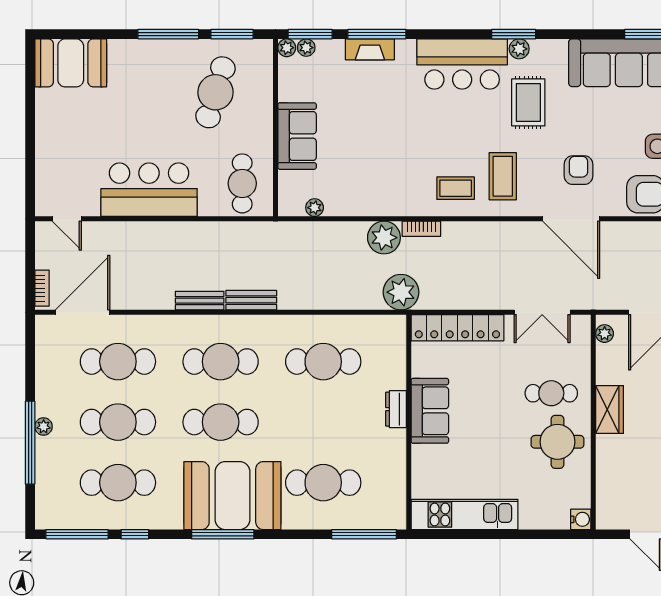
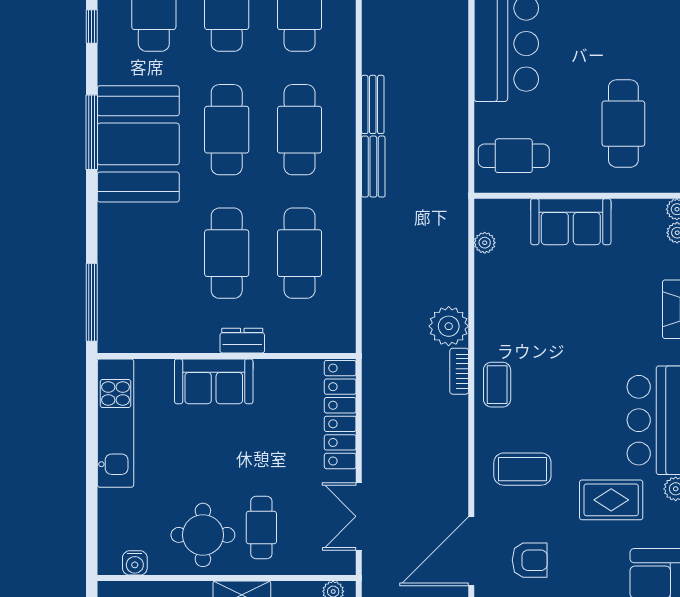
cafe table: (215, 92) -> (623, 124), turned 73
coffee table: (456, 188) -> (497, 385), moved
plant: (401, 292) -> (383, 347), removed
sofa: (430, 411) -> (214, 381), moved
cafe table: (323, 483) -> (227, 253), moved
water cooler: (581, 519) -> (135, 563), moved

